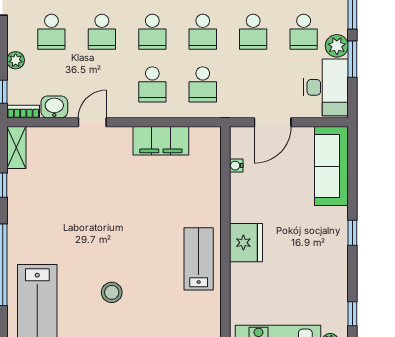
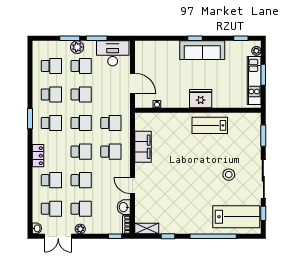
plant: (337, 46) -> (77, 47), moved
plant: (16, 60) -> (80, 229), moved
sofa: (331, 166) -> (202, 50), moved

